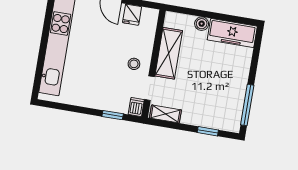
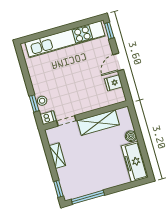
stool: (134, 64) -> (42, 101), moved
shelving: (165, 114) -> (57, 156), moved
window: (208, 131) -> (58, 189), moved

